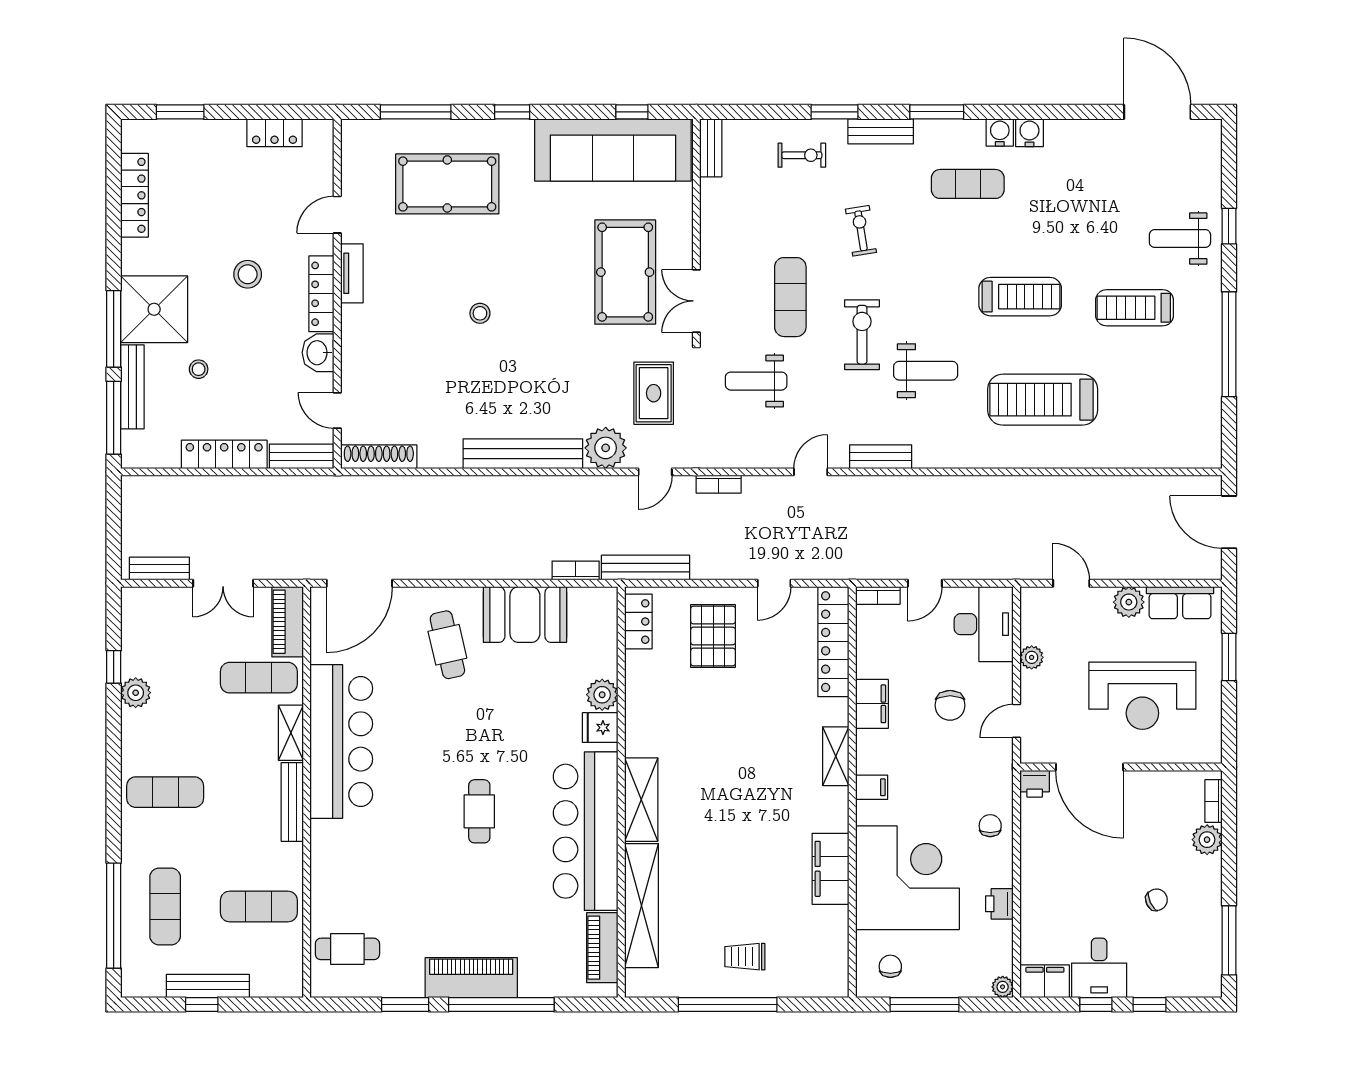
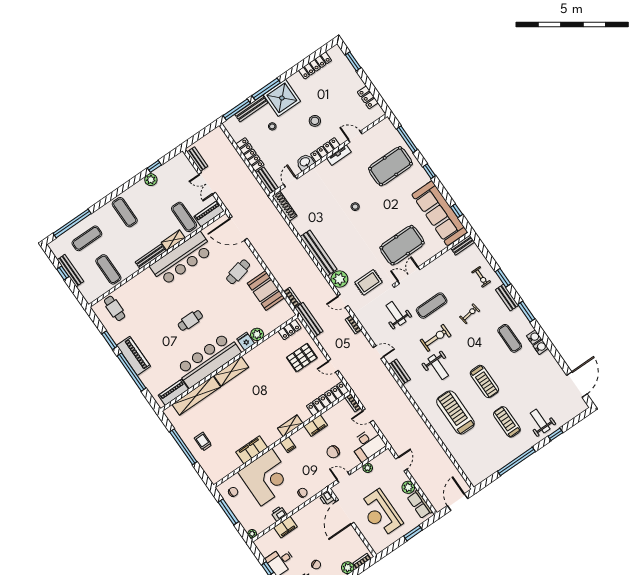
pool table: (447, 184) -> (390, 166), turned 90
filing cabinet: (1045, 981) -> (285, 527), moved, turned 90

